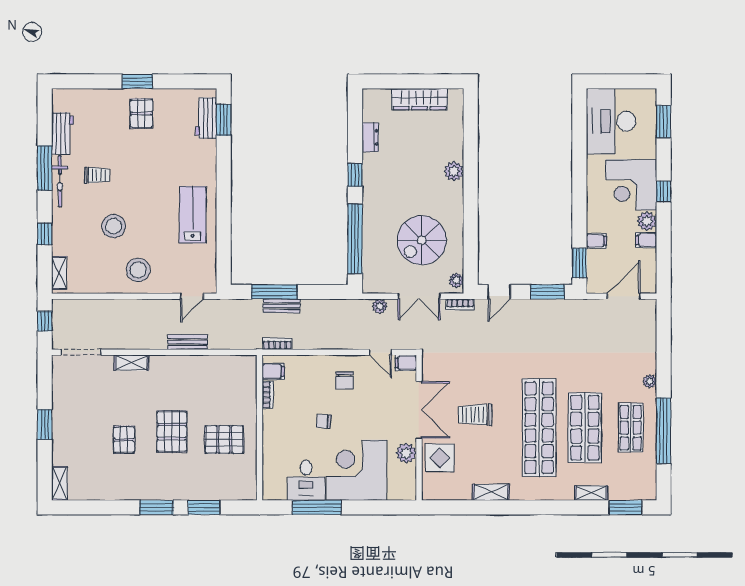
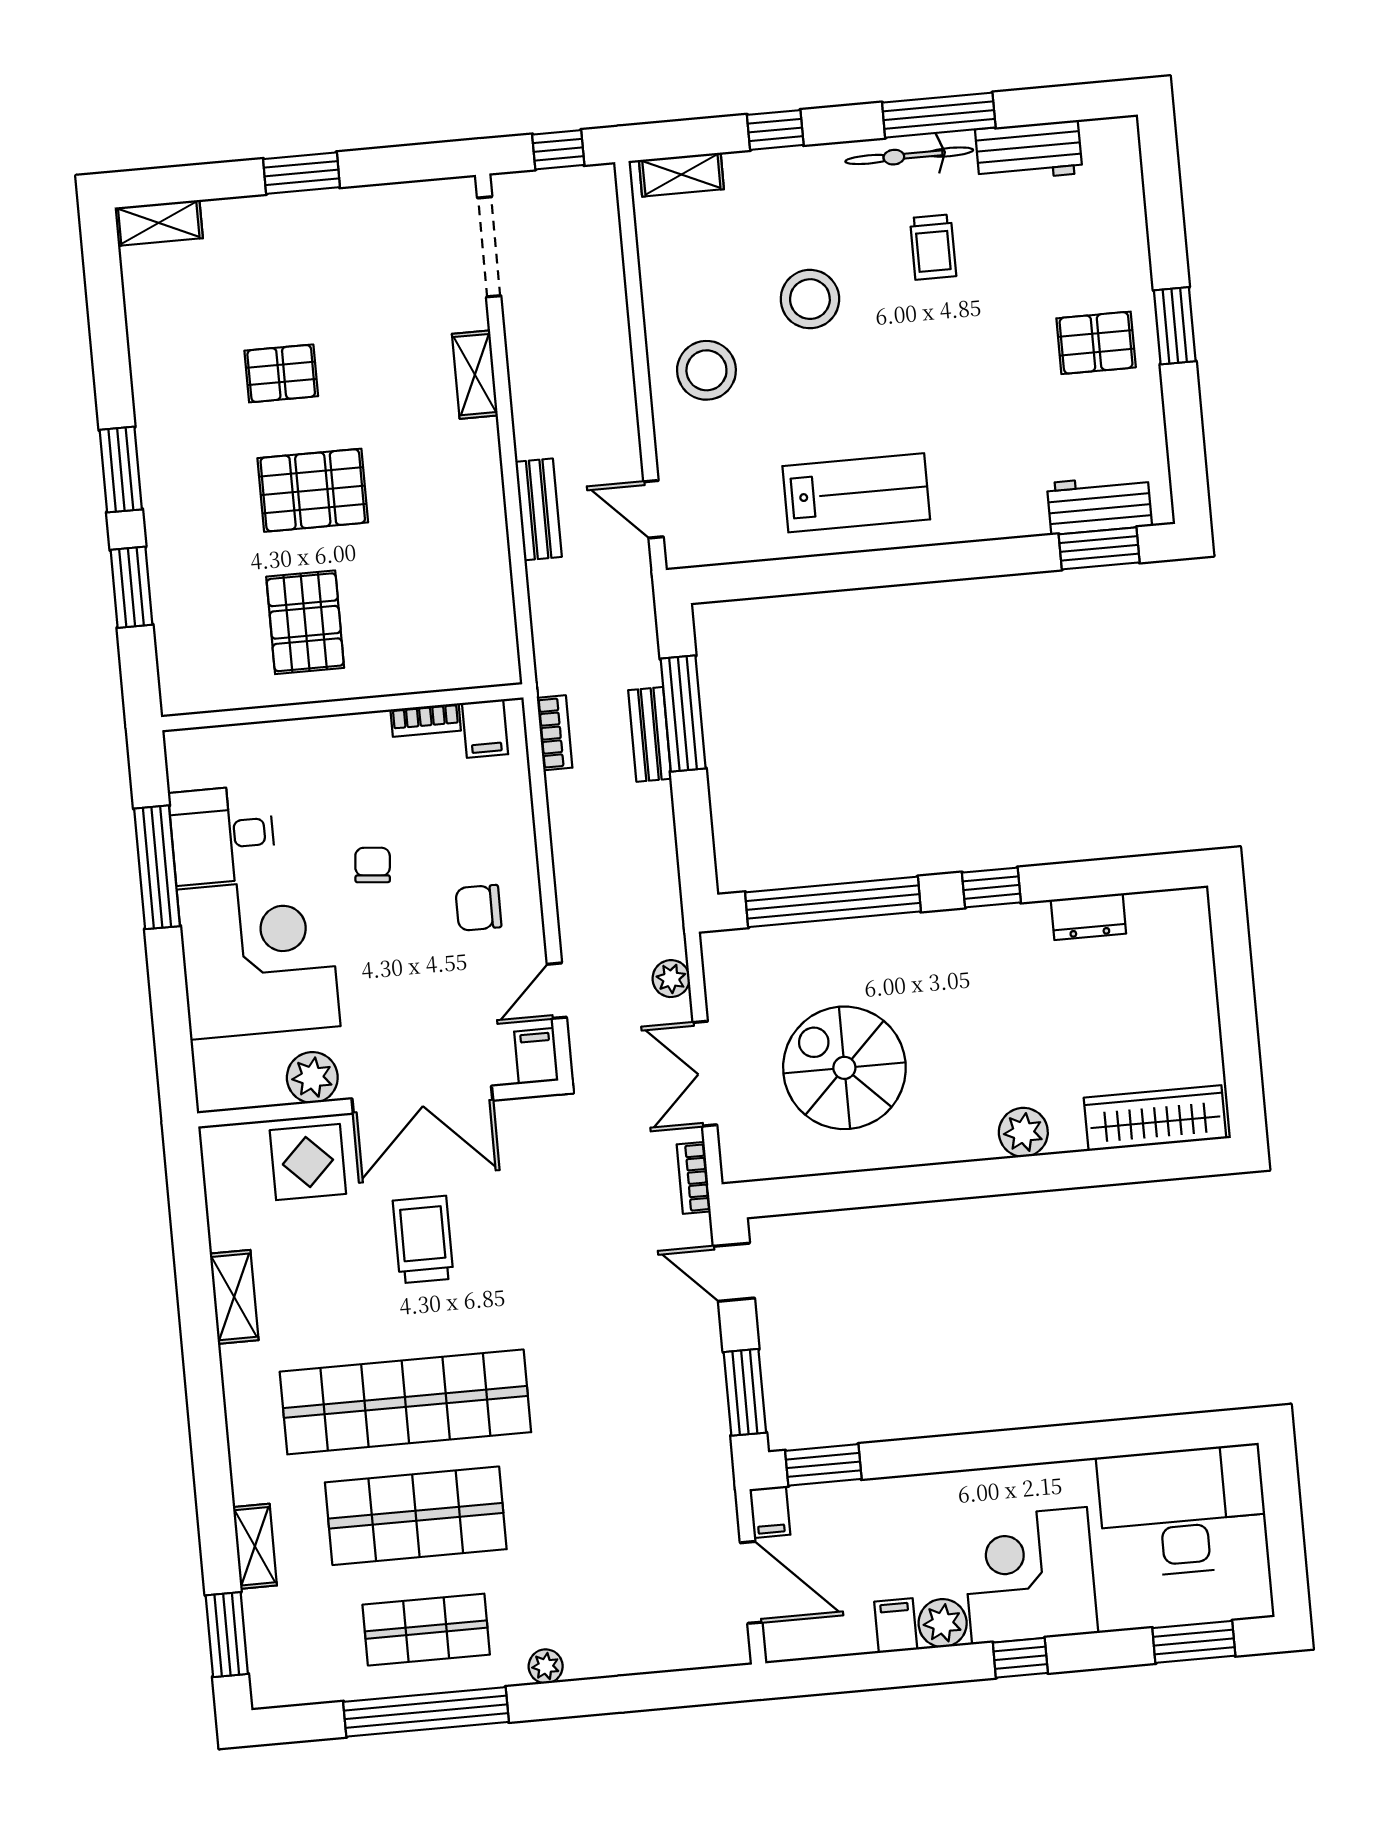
wardrobe: (420, 99) -> (1155, 1118), moved, turned 90
filing cabinet: (596, 241) -> (770, 1512), moved
plant: (456, 280) -> (753, 1163), removed

